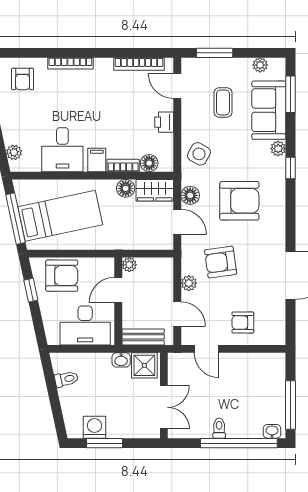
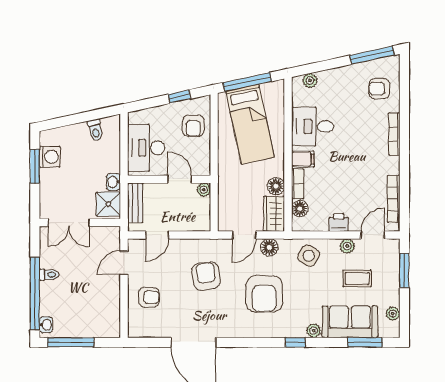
armchair: (62, 276) -> (193, 126), width x0.72, depth x0.72
plant: (189, 283) -> (347, 246), moved
armchair: (243, 323) -> (149, 297), turned 90

